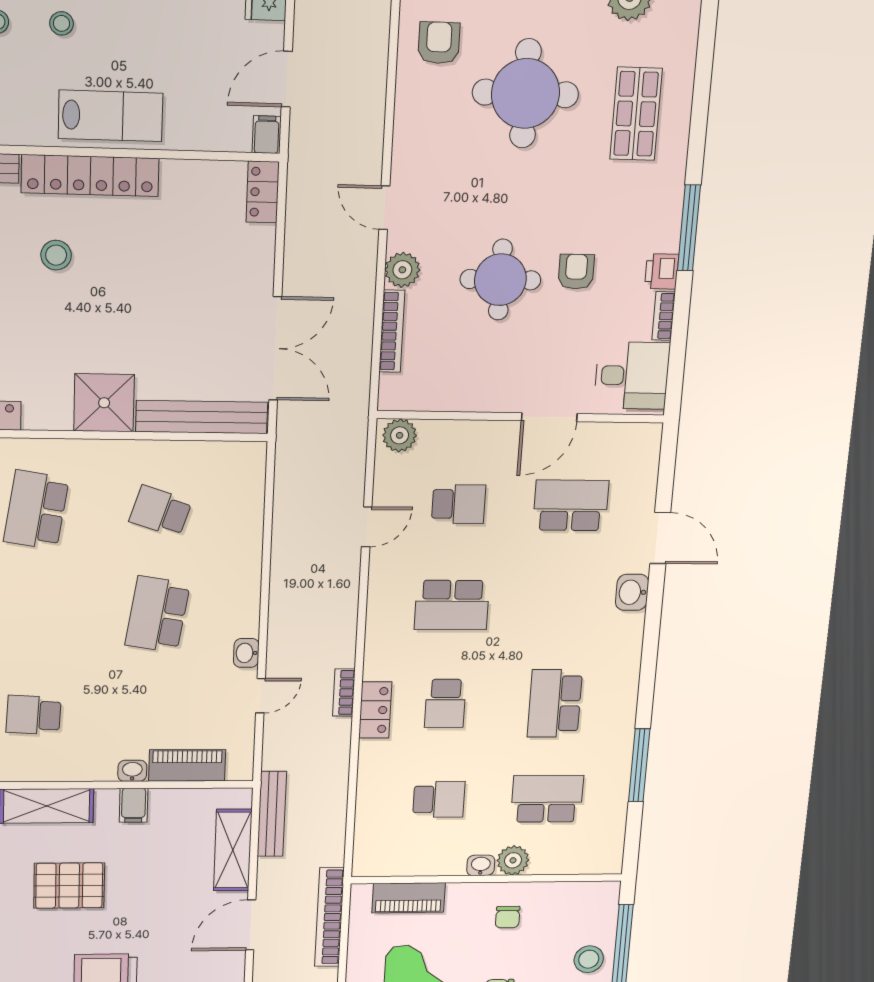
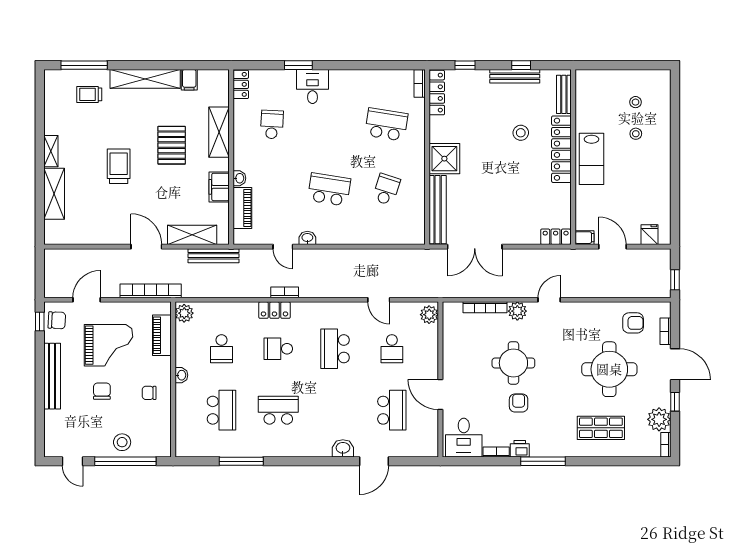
armchair: (576, 272) -> (519, 403), turned -90
filing cabinet: (134, 805) -> (219, 187), width x2.00
plant: (513, 860) -> (184, 313), moved

